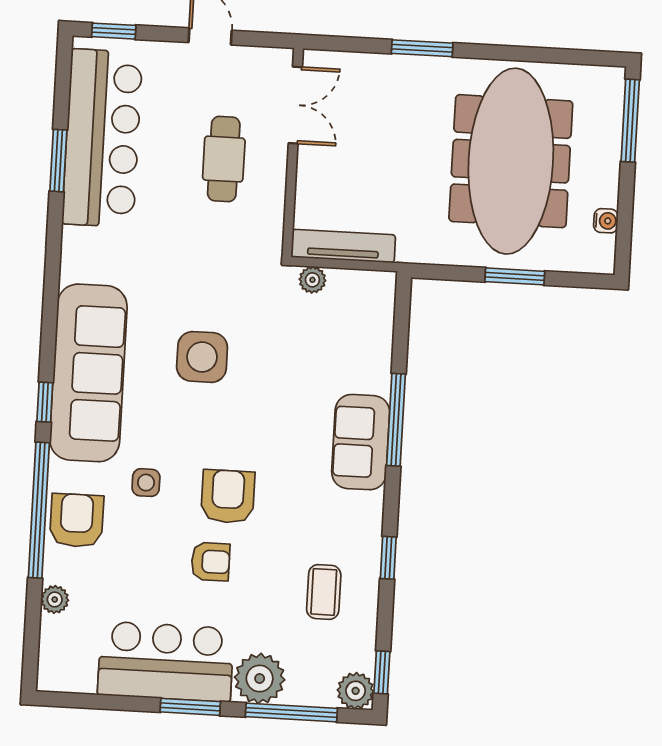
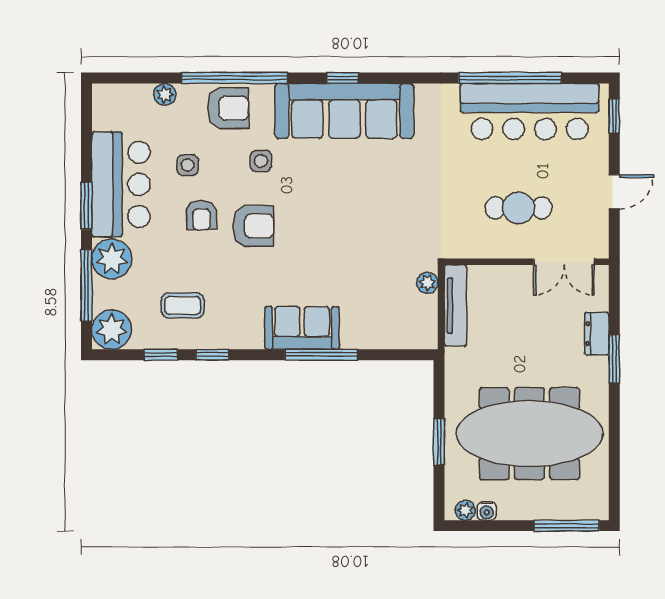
dresser: (389, 69) -> (597, 334), added
window: (58, 161) -> (510, 78), width x2.11
plant: (604, 248) -> (465, 510), added
side table: (202, 357) -> (188, 165), moved, width x0.54, depth x0.54
window: (45, 402) -> (342, 78), moved
window: (382, 672) -> (161, 355), moved
plant: (356, 691) -> (112, 330), width x1.36, depth x1.36

